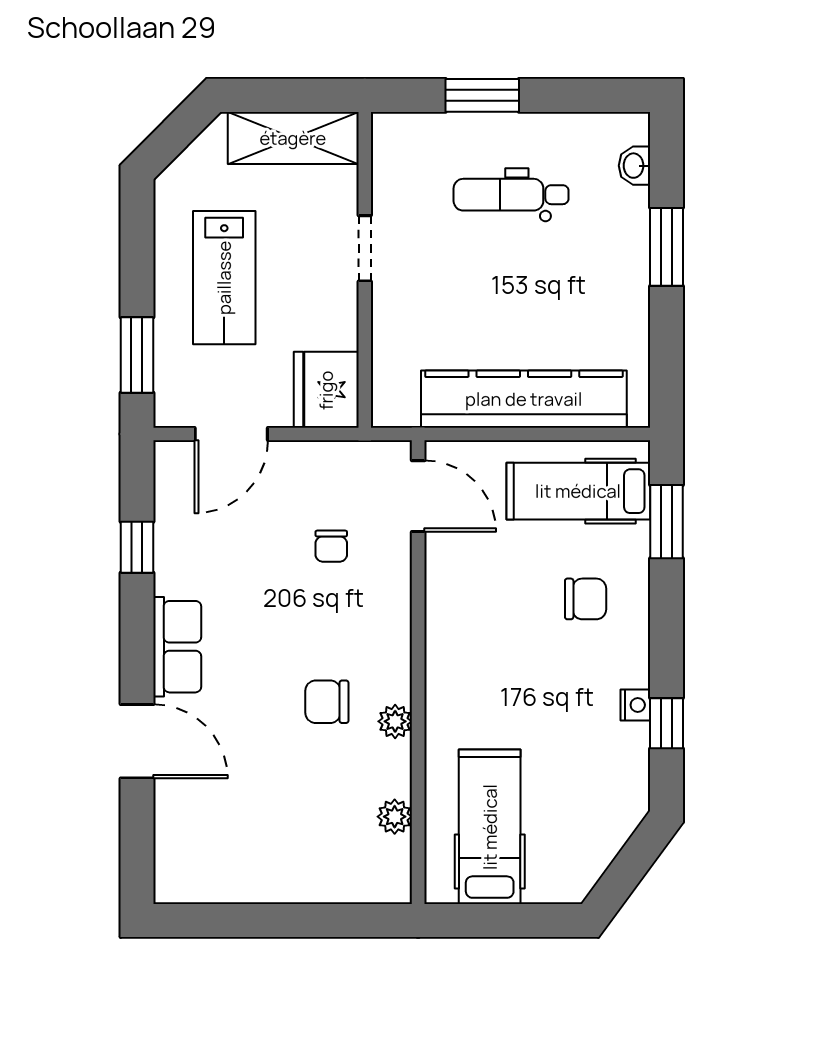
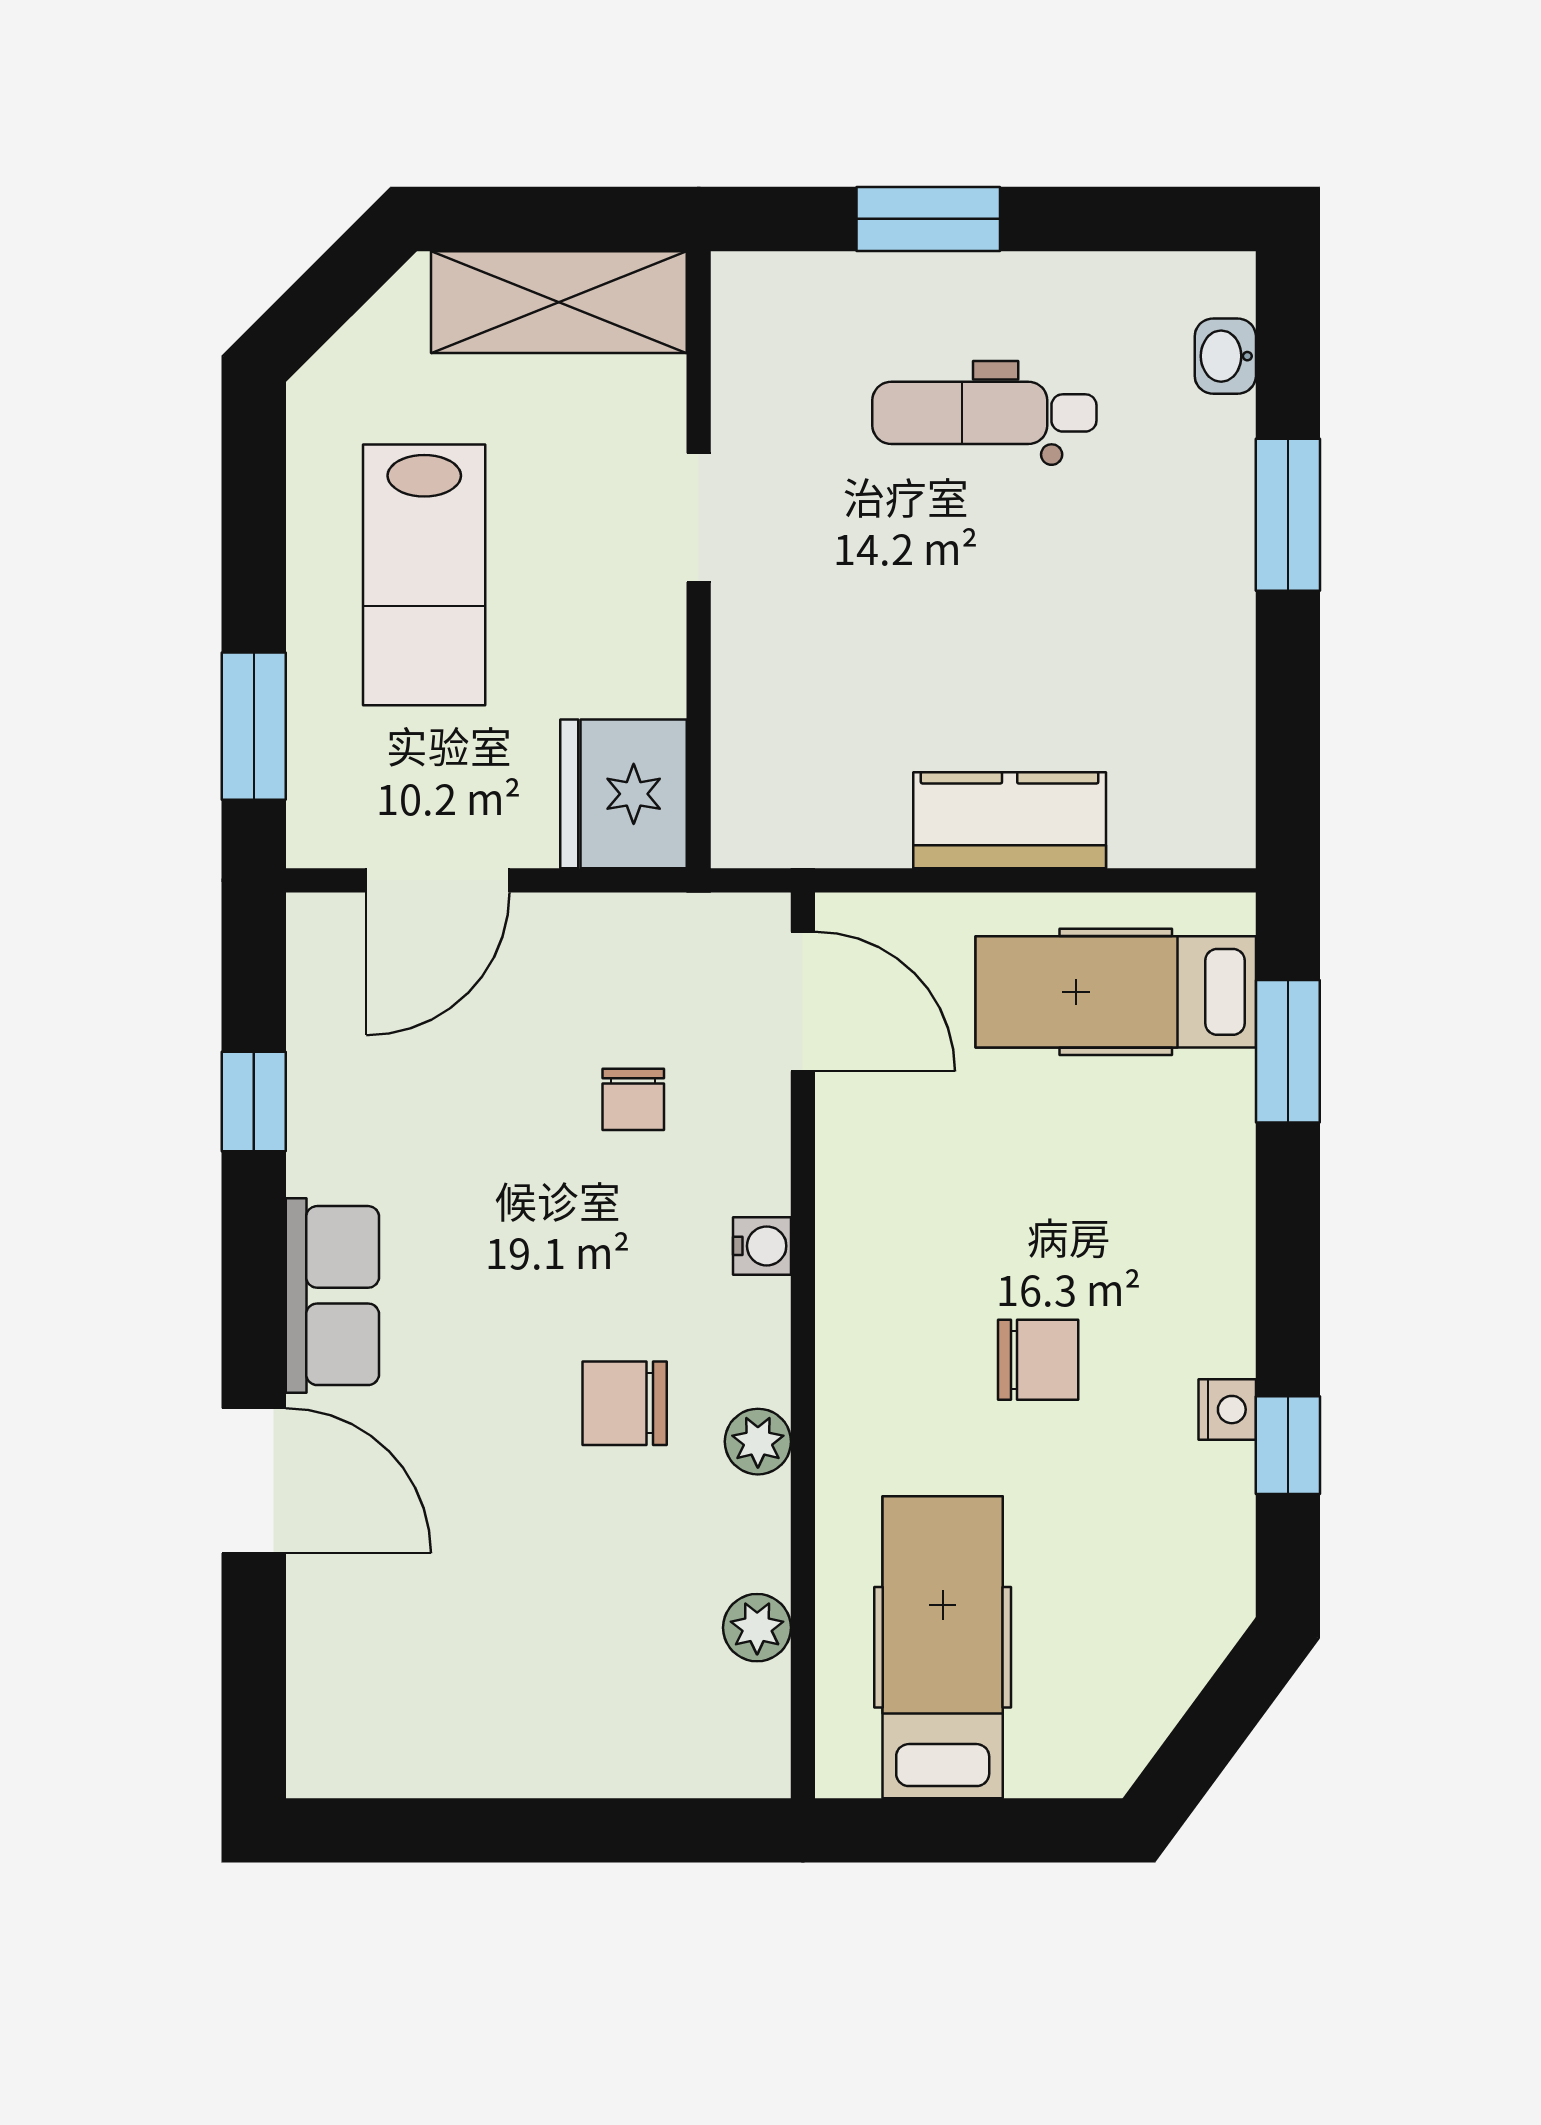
kitchen counter: (524, 399) -> (1010, 820), width x0.48, depth x0.86
chair: (586, 599) -> (1038, 1360), moved
water cooler: (397, 621) -> (762, 1246), added

